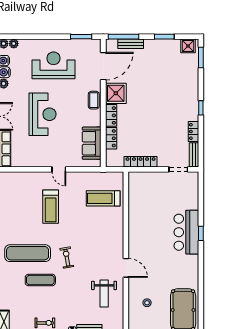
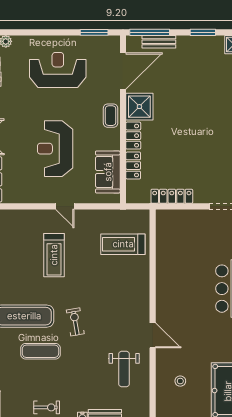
reception desk: (42, 114) -> (55, 149), moved, turned 180

